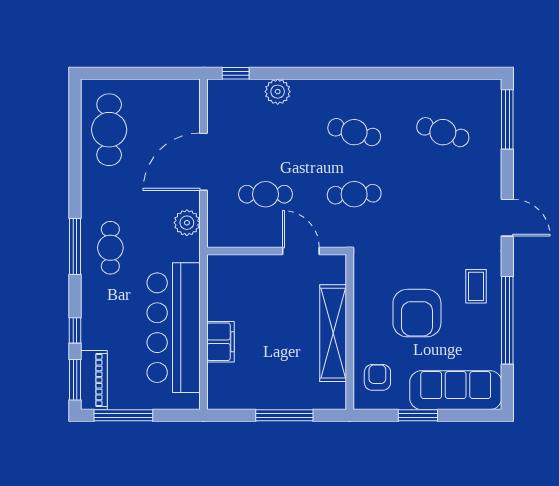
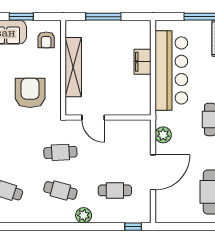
plant: (278, 92) -> (84, 215), moved
cafe table: (266, 194) -> (115, 190), moved
armchair: (417, 313) -> (30, 93), moved

